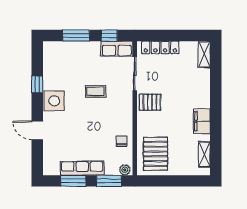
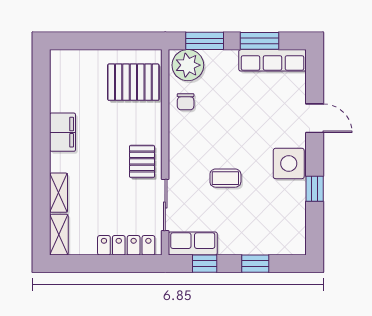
window: (76, 36) -> (255, 264), width x0.67
pallet: (150, 102) -> (142, 161), turned 90
pallet: (156, 154) -> (133, 82), turned 90
shelving: (204, 154) -> (59, 193), moved
row of seats: (82, 168) -> (272, 60), moved
plant: (125, 170) -> (188, 65), width x1.88, depth x1.88

